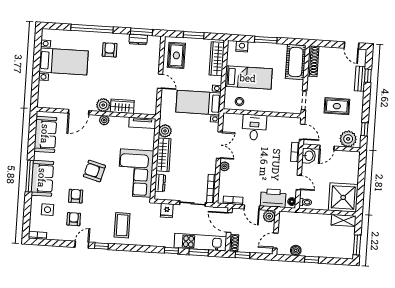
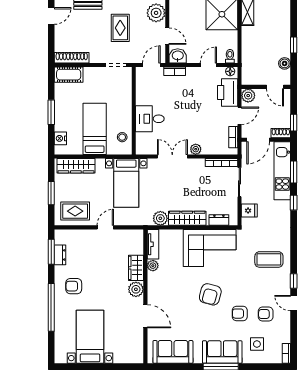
cot: (296, 62) -> (69, 75), width x0.73, depth x0.75
plant: (104, 120) -> (153, 266), moved

